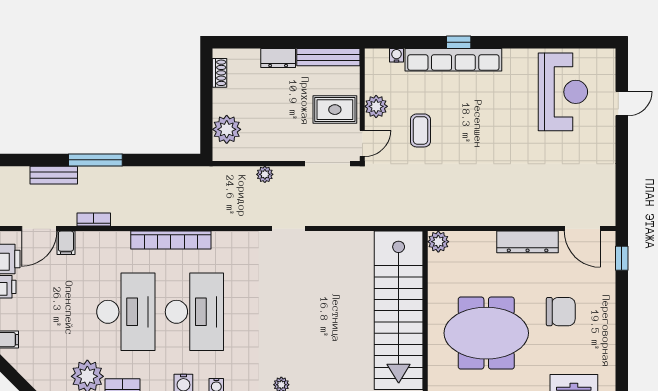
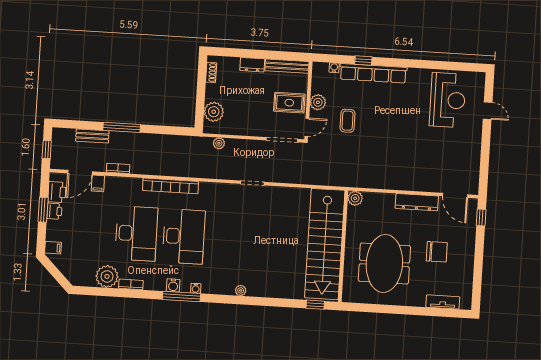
window: (459, 42) -> (363, 61), moved
door: (622, 104) -> (488, 111), hinge flipped
plant: (265, 174) -> (219, 143), moved
meeting table: (486, 333) -> (384, 263), turned 90

